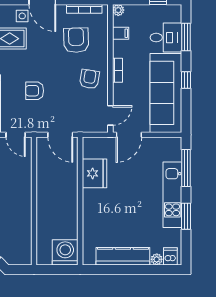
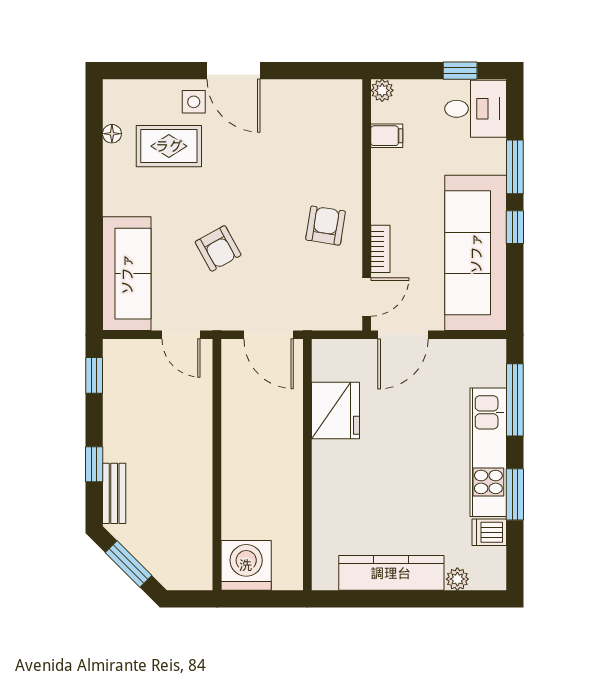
bookcase: (84, 9) -> (316, 88), removed
window: (186, 37) -> (515, 167), moved
desk: (166, 38) -> (476, 109), moved
armchair: (76, 40) -> (299, 149), removed
bookcase: (117, 70) -> (380, 249), moved
armchair: (35, 91) -> (218, 248), turned -119
washing machine: (65, 252) -> (246, 565), moved
dishwasher: (170, 256) -> (489, 532), moved, turned -90

